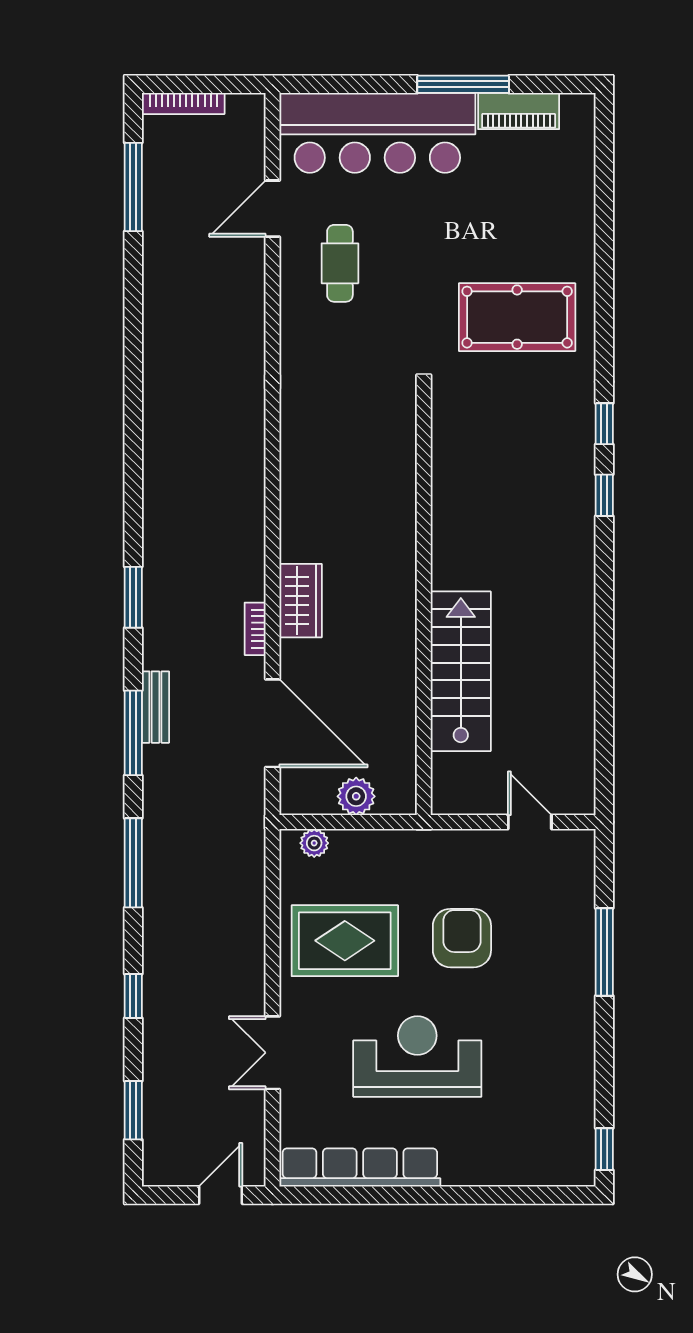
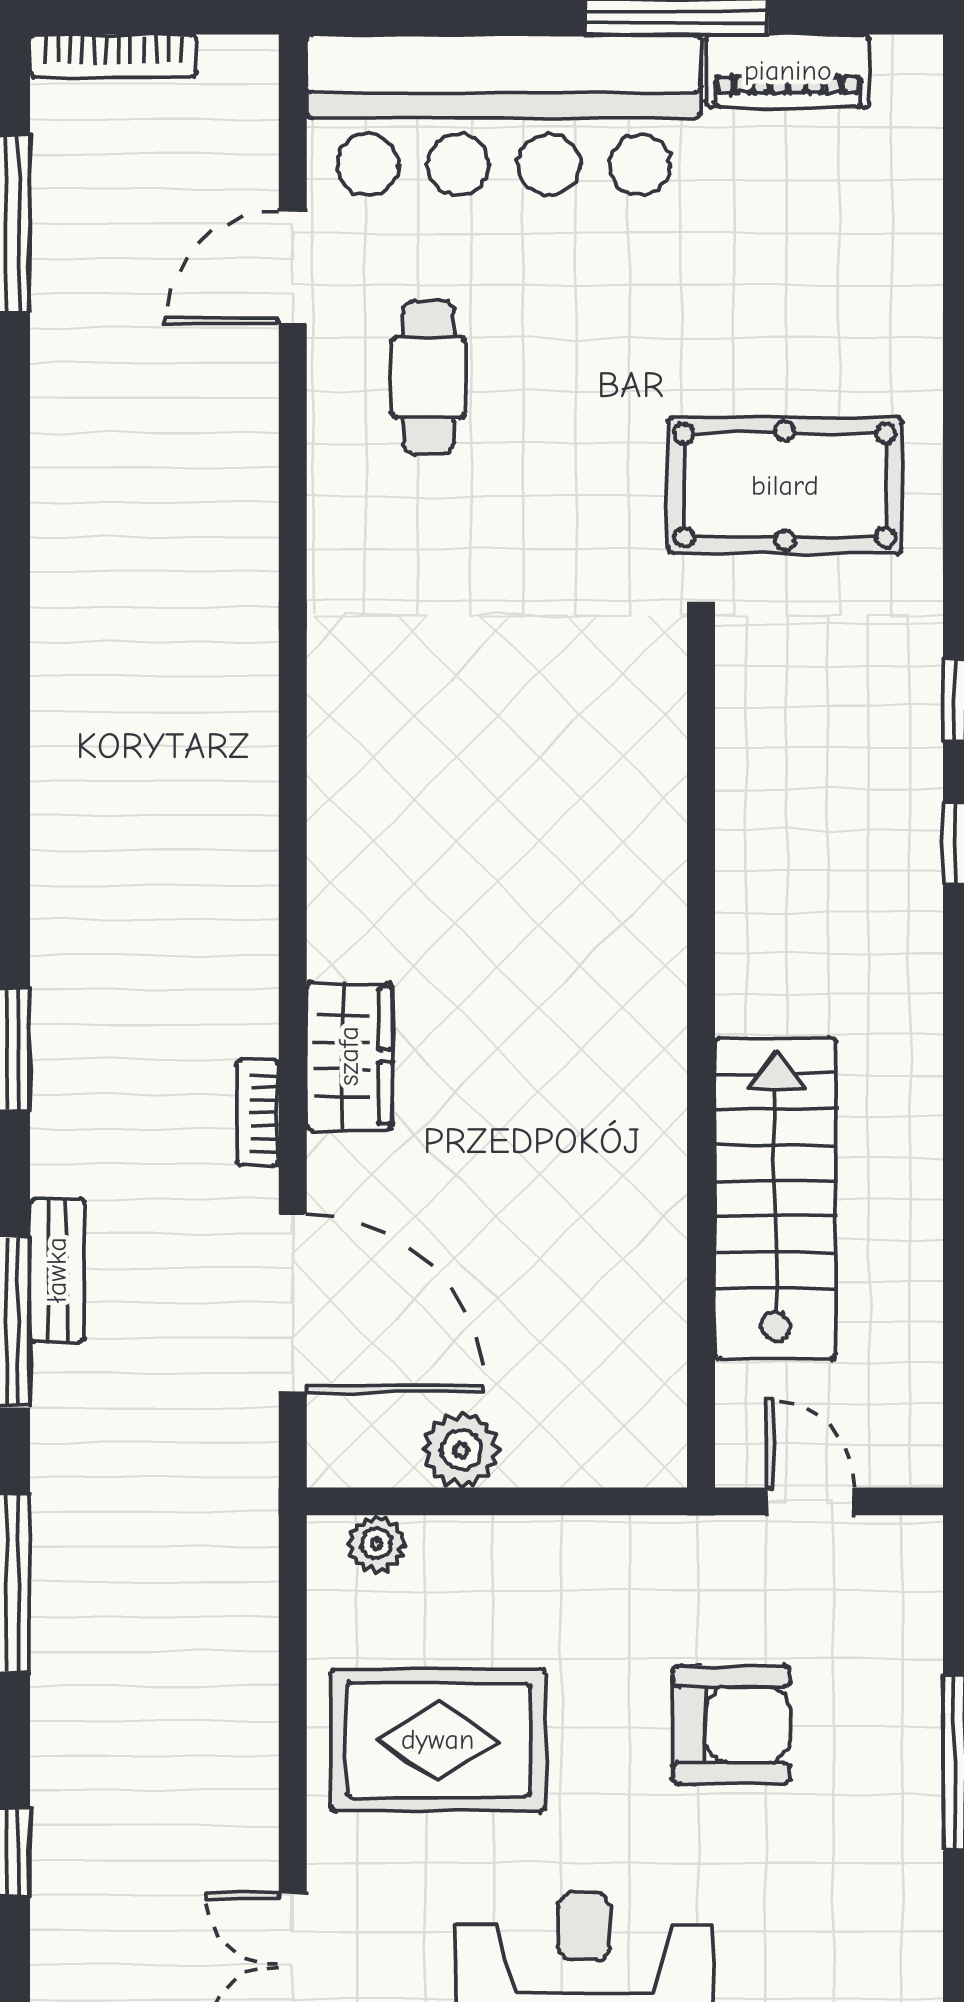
wall: (424, 602) -> (701, 1059), moved
stairs: (461, 671) -> (775, 1198), moved
armchair: (462, 938) -> (731, 1725), moved, turned 90

